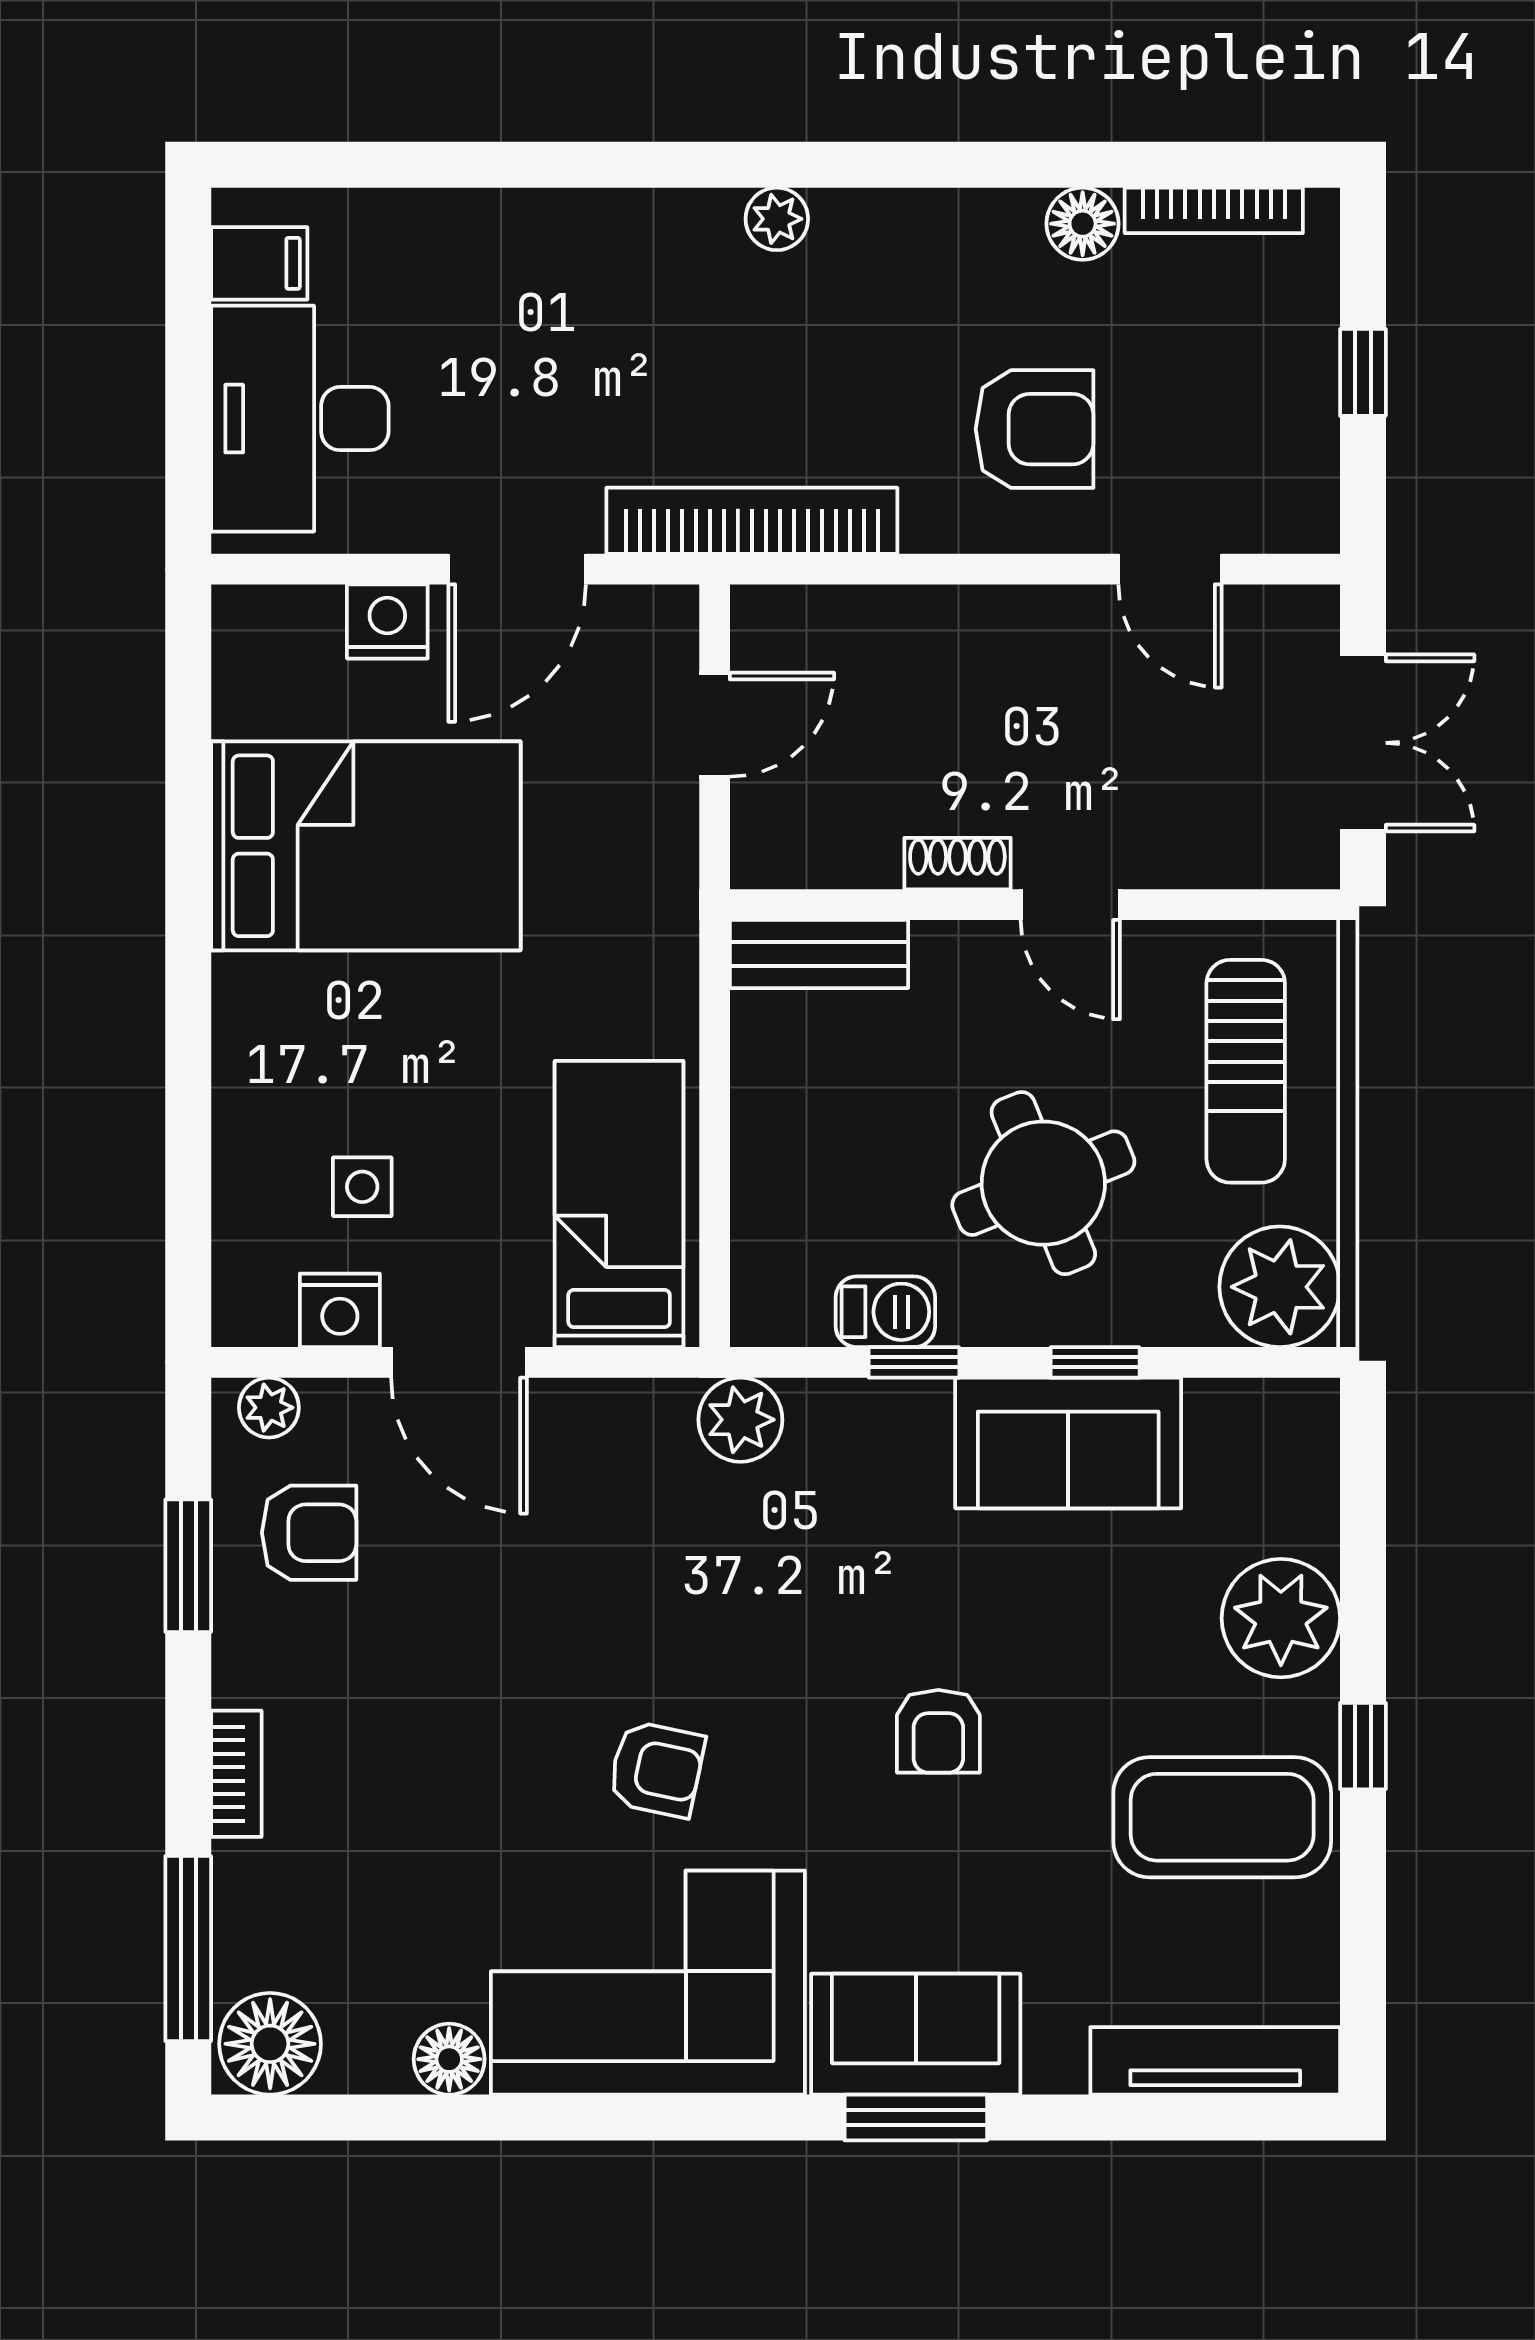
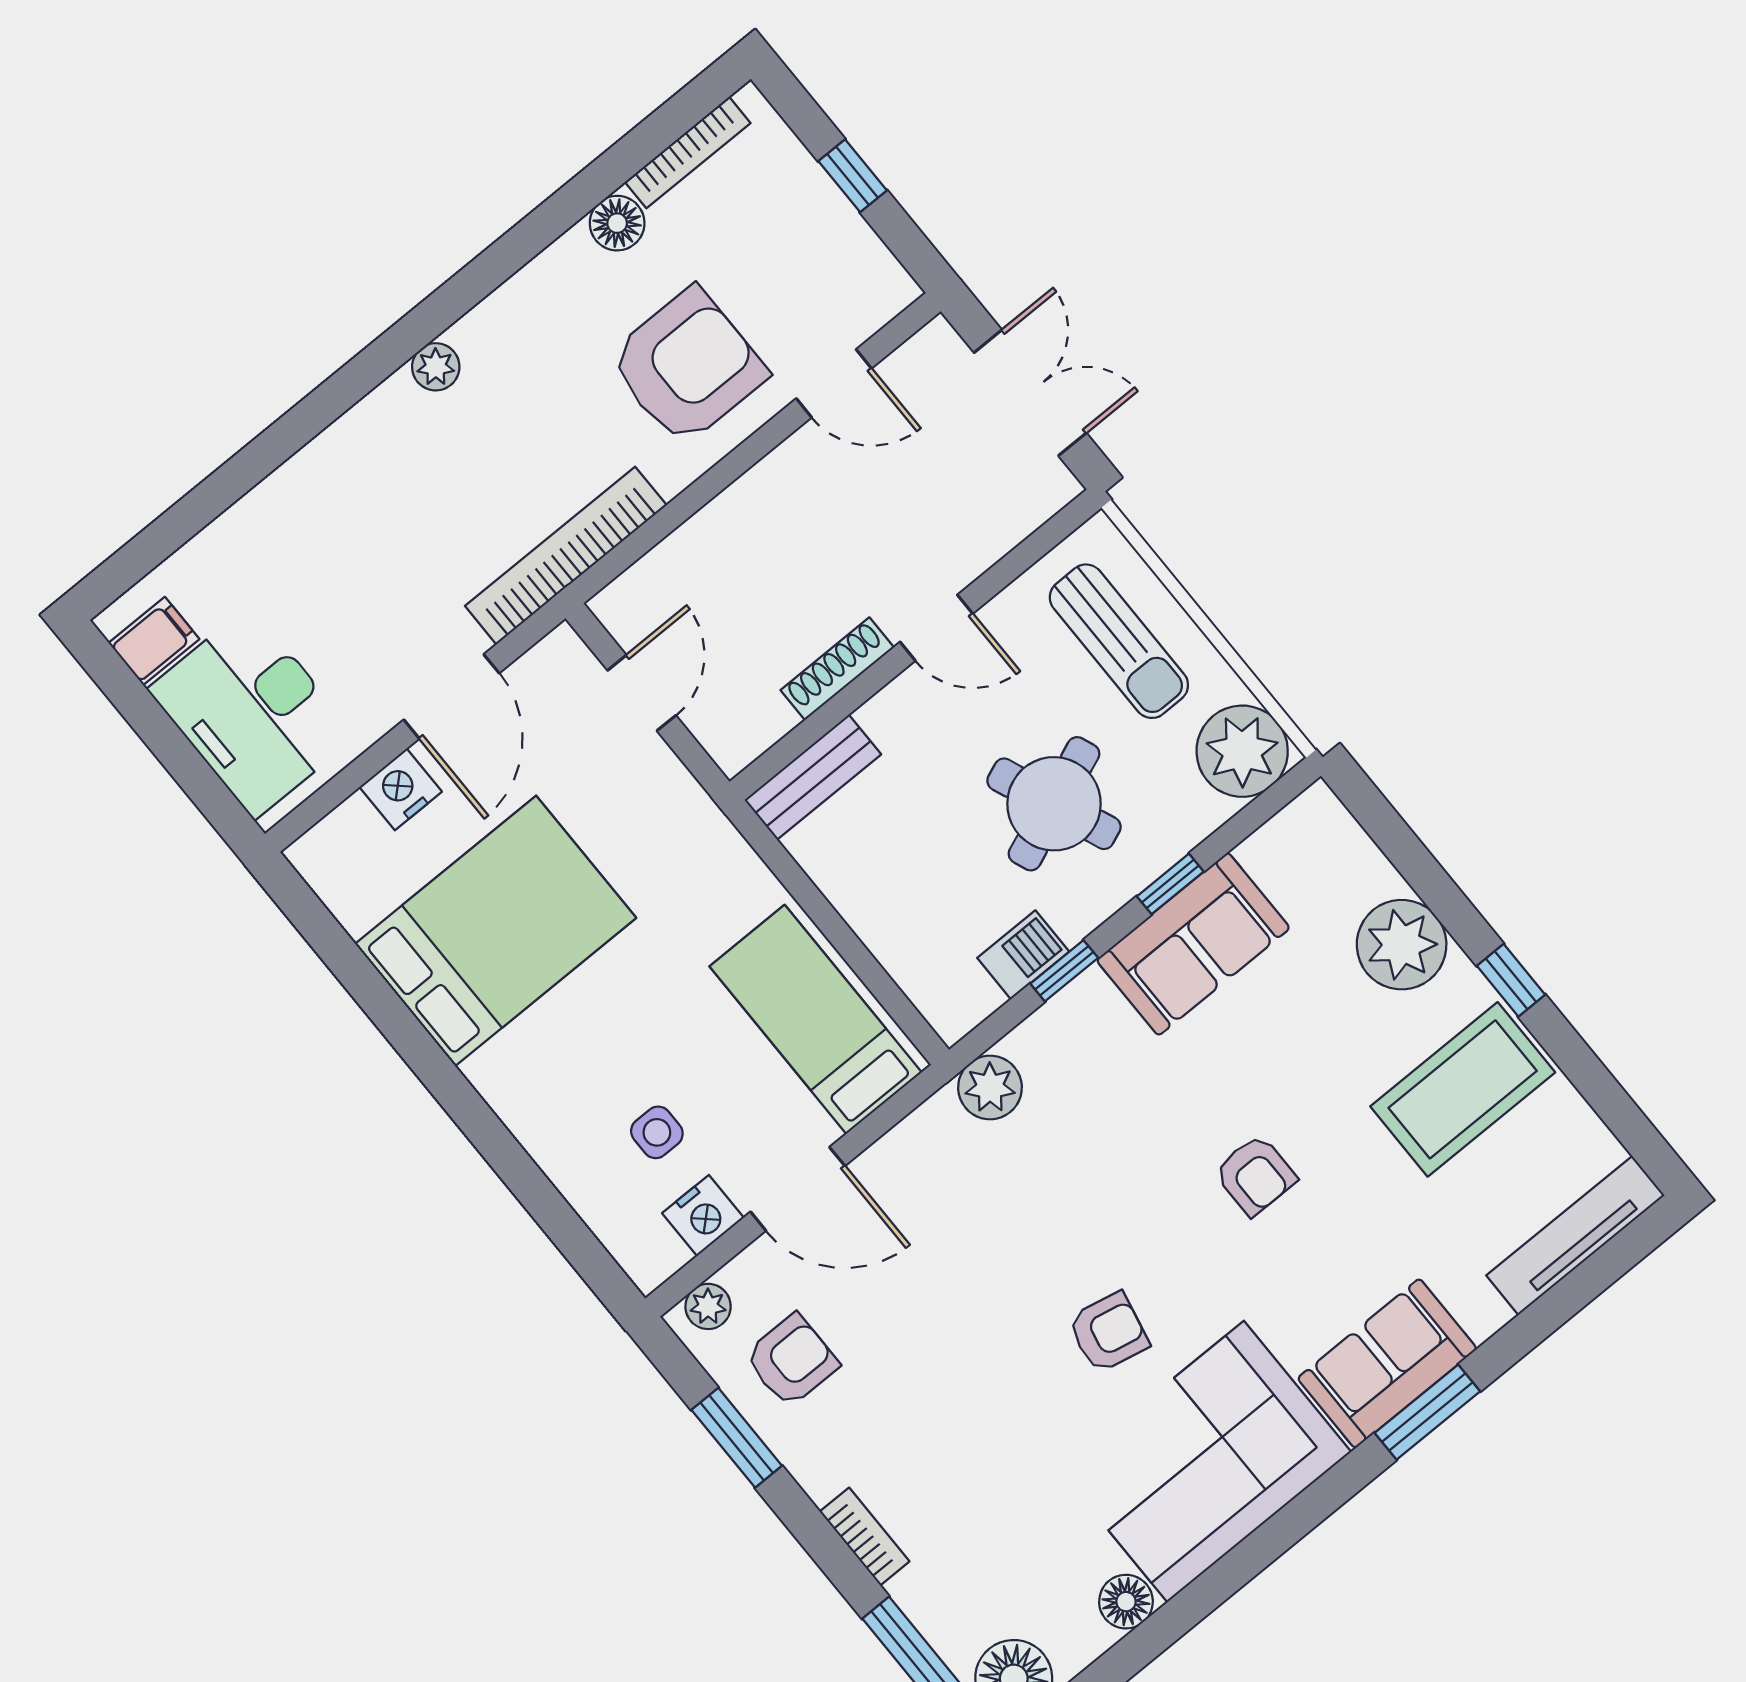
armchair: (1035, 429) -> (687, 366), width x1.36, depth x1.36
shoe rack: (957, 864) -> (837, 669), width x1.43

